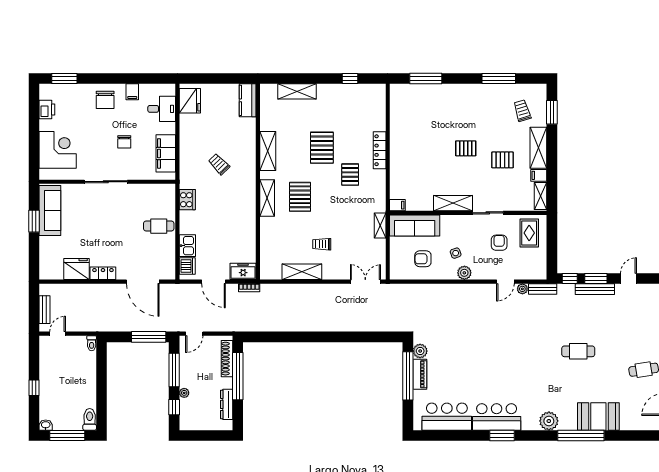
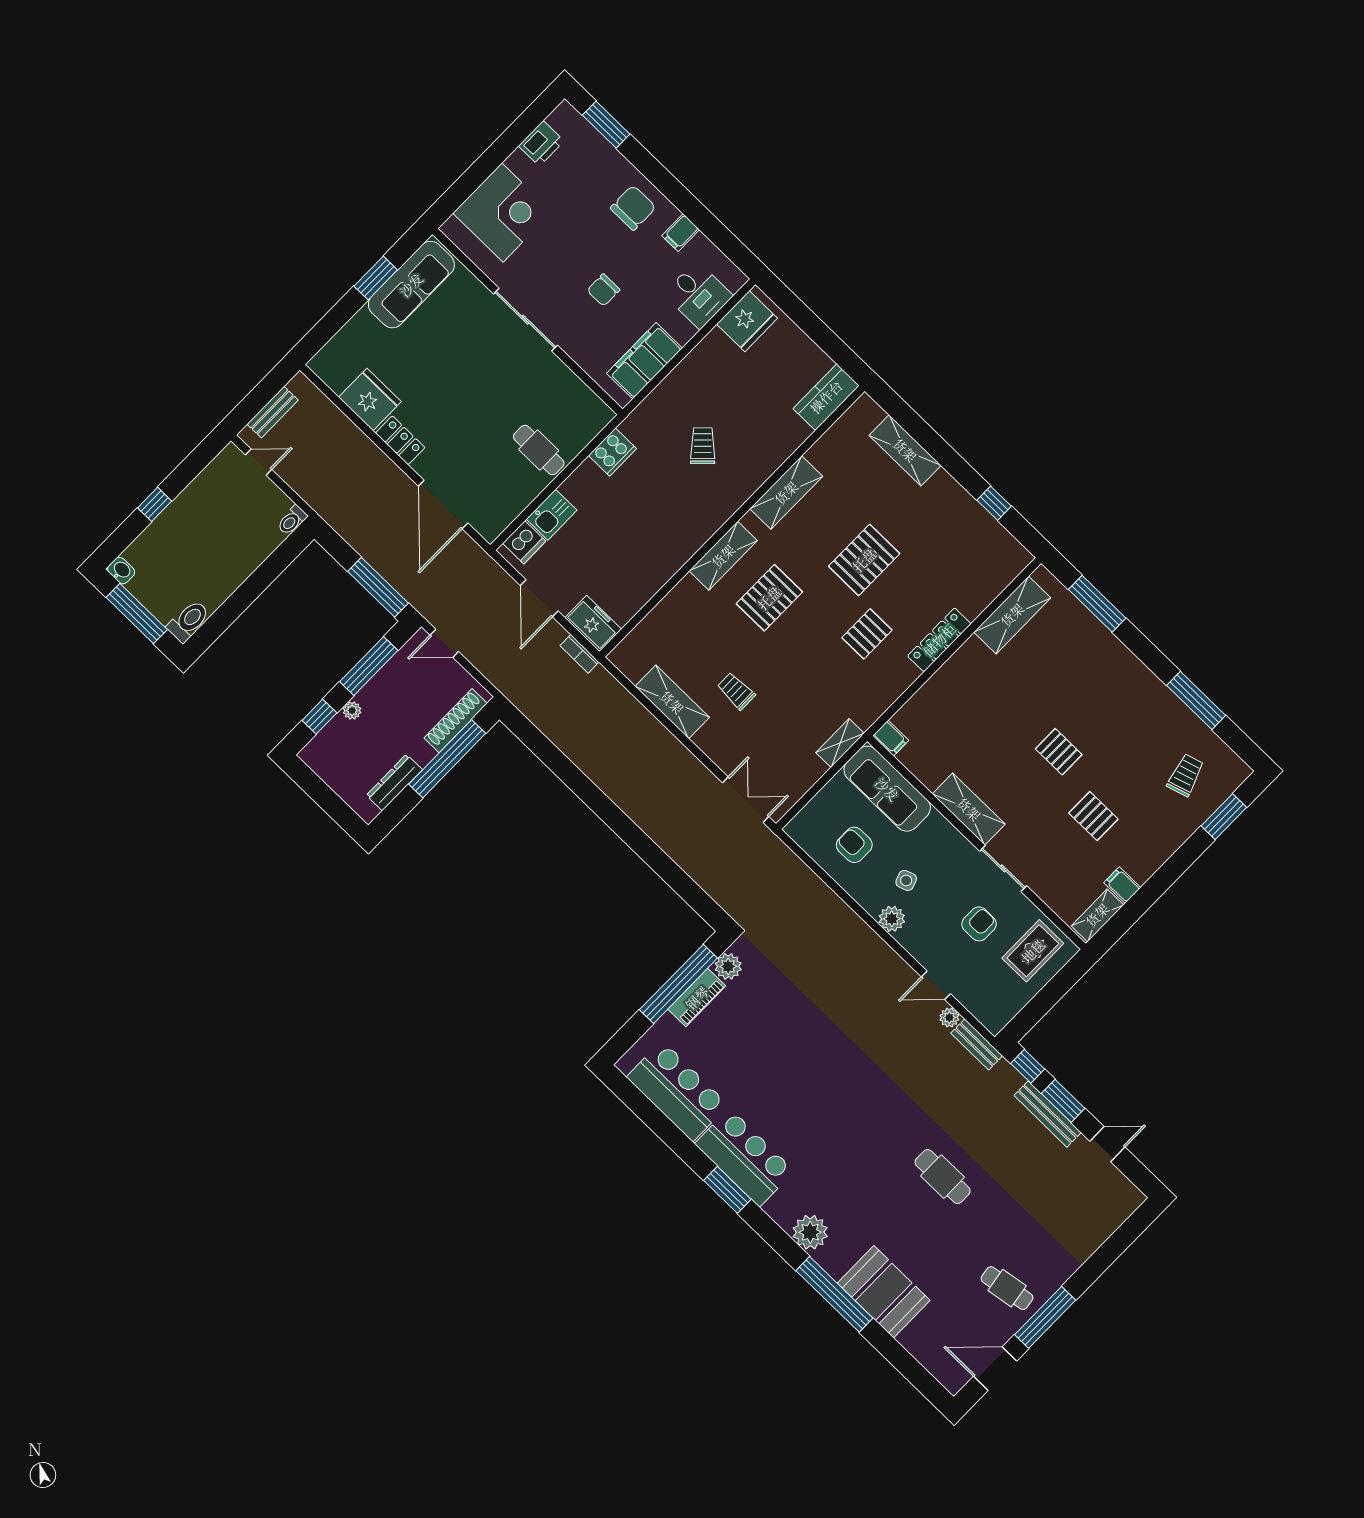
chair: (105, 100) -> (633, 208), turned 180
shelving: (538, 148) -> (1012, 615), moved

